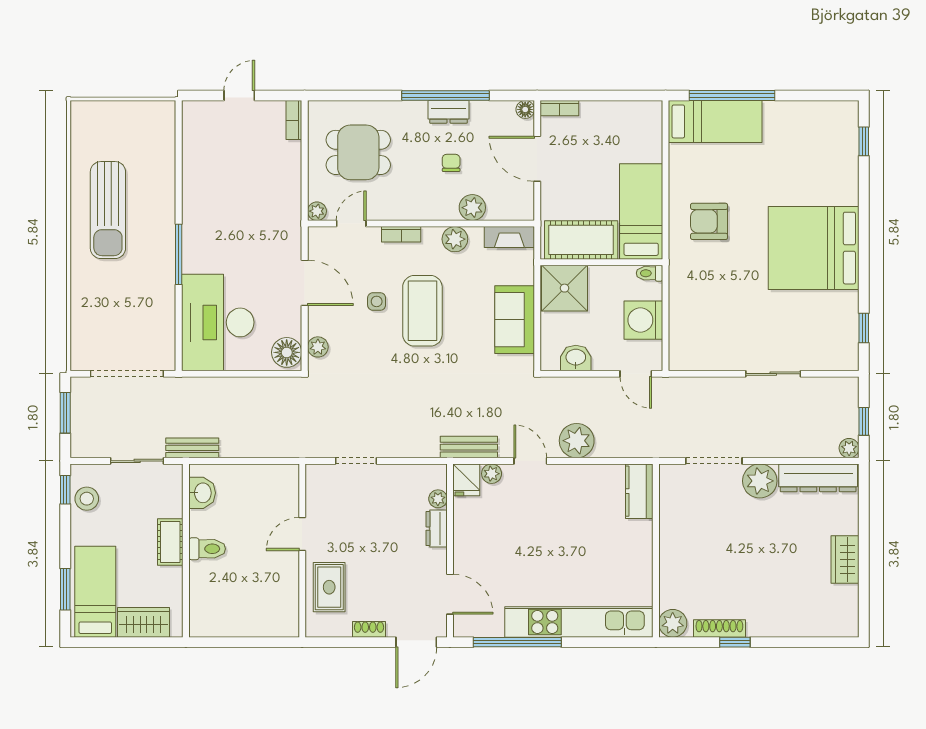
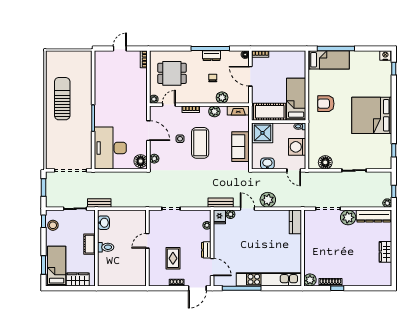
nightstand: (845, 112) -> (385, 55), added
sun lounger: (108, 210) -> (62, 99), turned 180
floor lamp: (708, 355) -> (325, 162), added
dresser: (437, 529) -> (206, 250), moved
rug: (329, 587) -> (173, 258), moved

